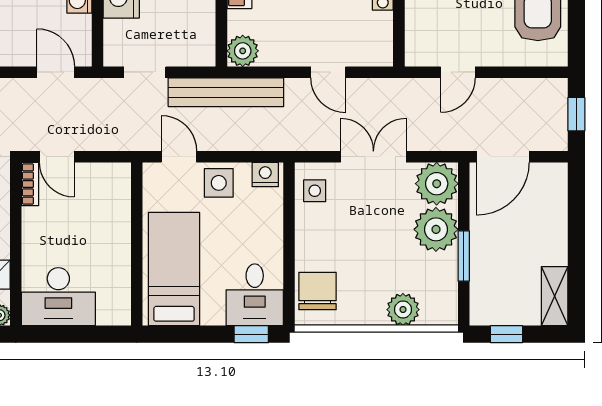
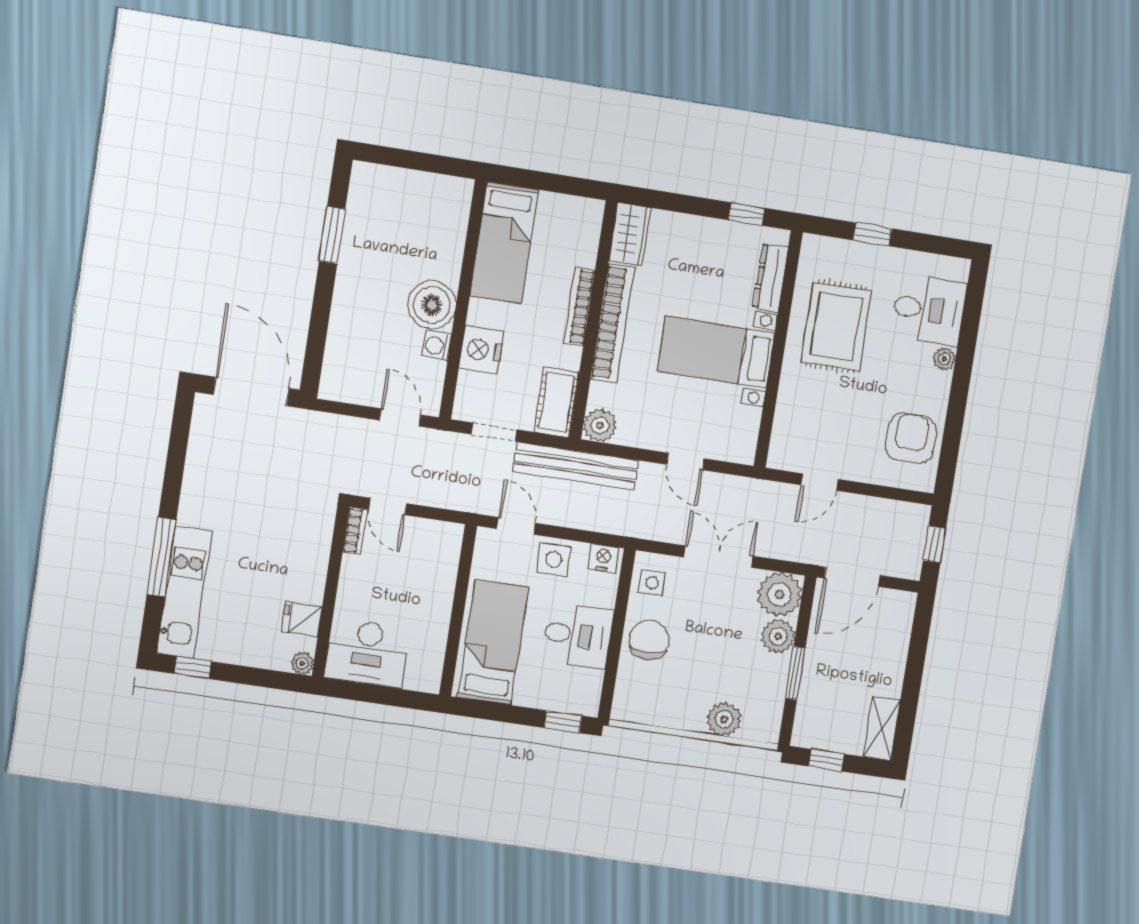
cot: (199, 36) -> (557, 402), added
plant: (436, 229) -> (778, 636), width x0.73, depth x0.73
chair: (317, 291) -> (649, 640), moved
desk: (255, 295) -> (578, 635), moved, turned -90

